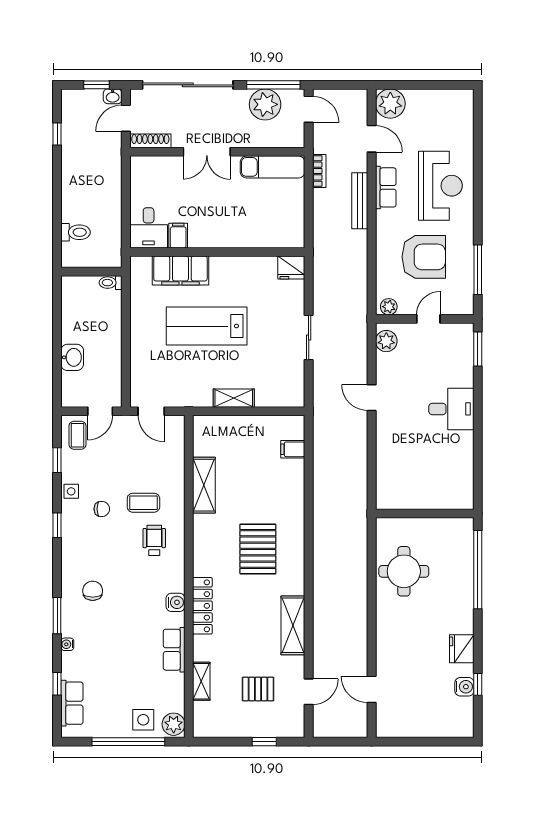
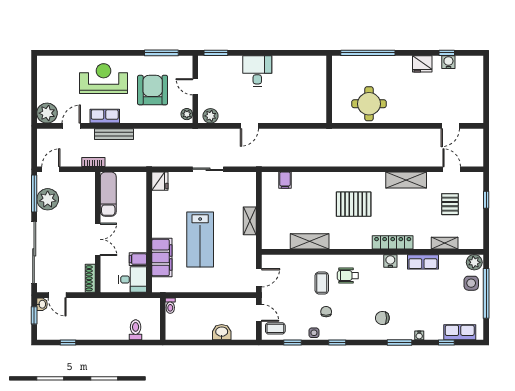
shoe rack: (150, 141) -> (90, 278), moved
double door: (207, 152) -> (98, 239), moved
wall: (217, 152) -> (98, 232), moved
exam couch: (273, 167) -> (108, 194), moved

